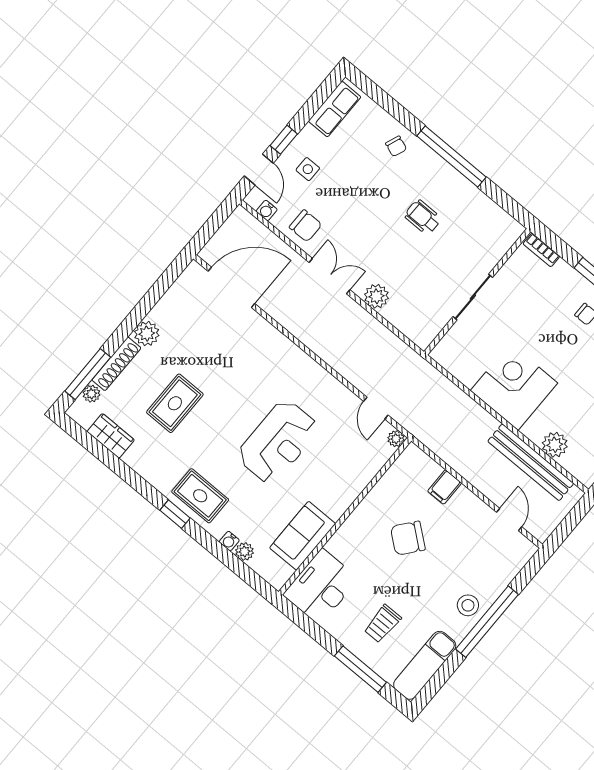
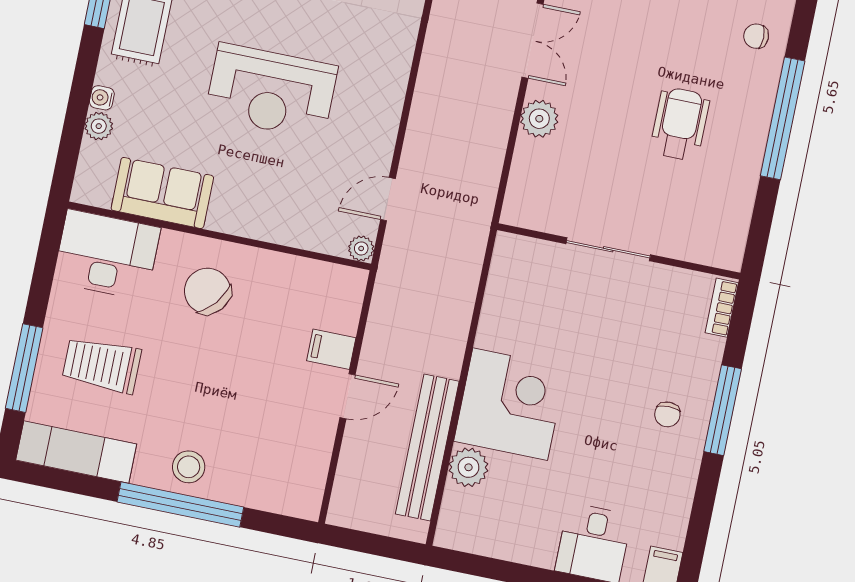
chair: (396, 146) -> (756, 36), turned 69
wheelchair: (423, 217) -> (680, 124), width x1.36, depth x1.37
corner desk: (514, 387) -> (510, 404), moved
door: (509, 520) -> (347, 396), moved
chair: (408, 538) -> (207, 291), moved
trolley: (383, 624) -> (102, 365), width x1.36, depth x1.39

